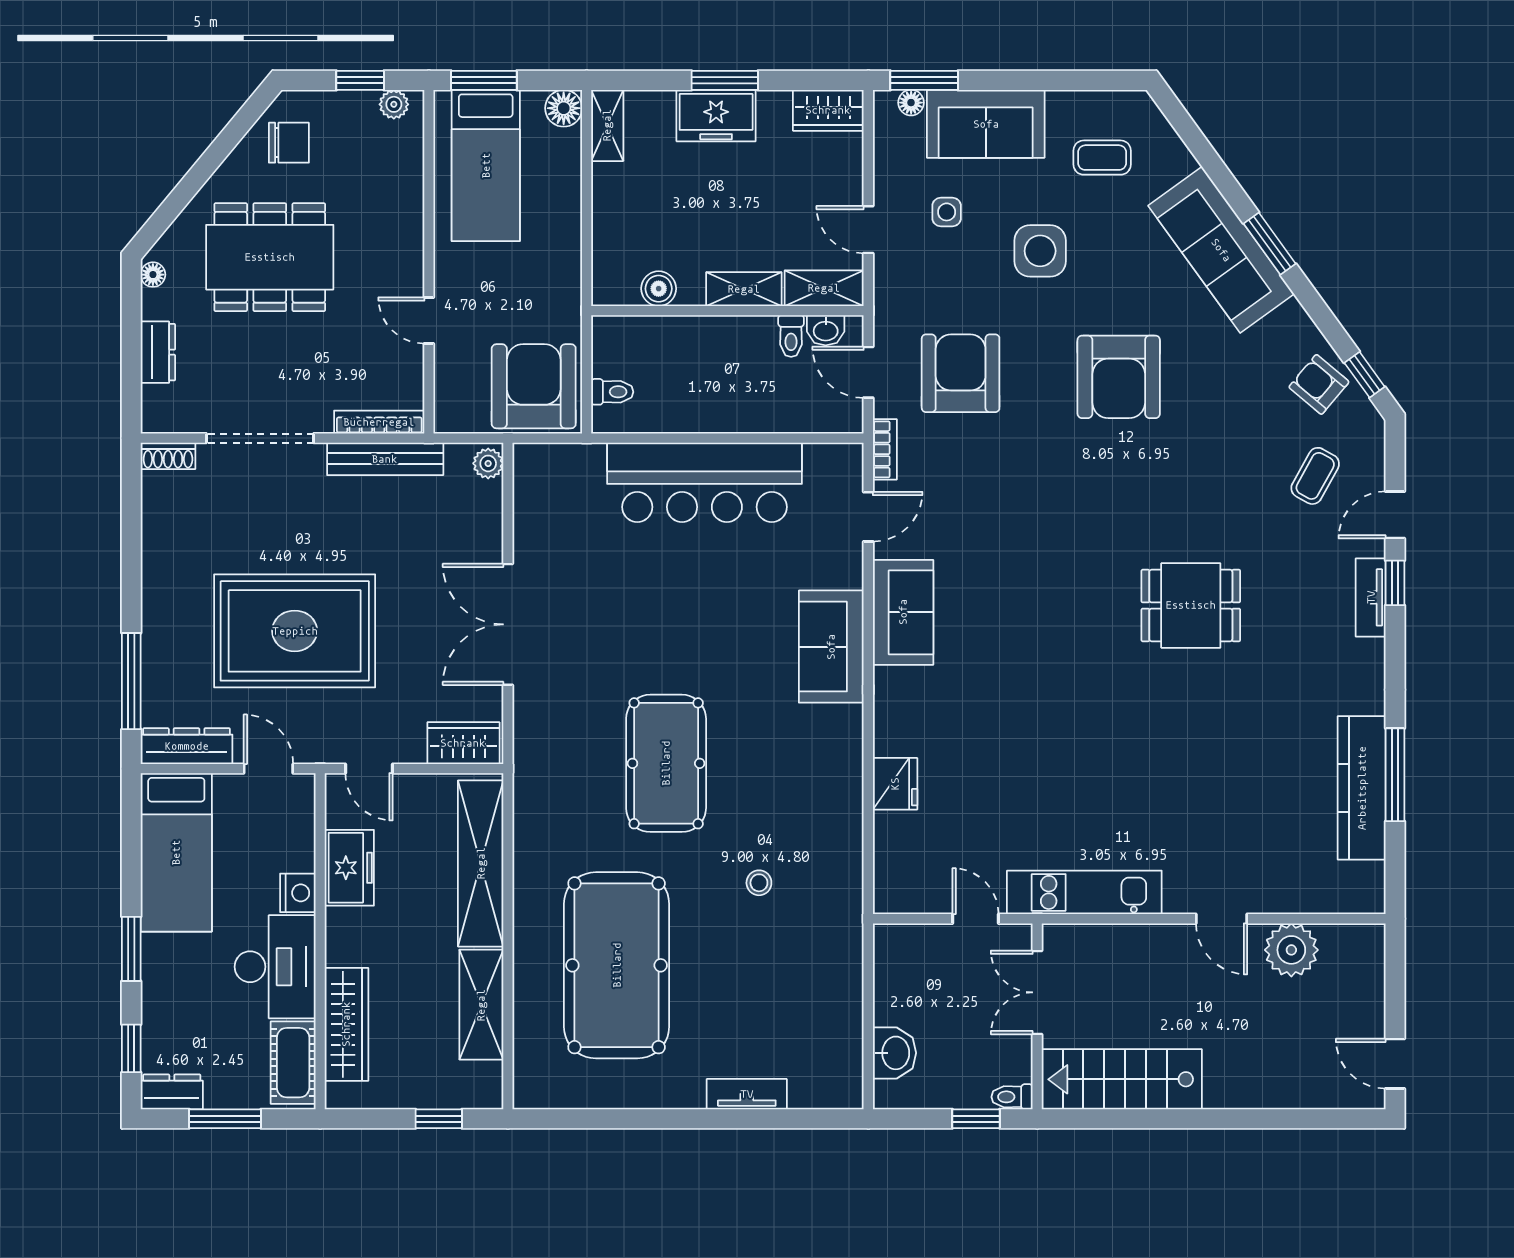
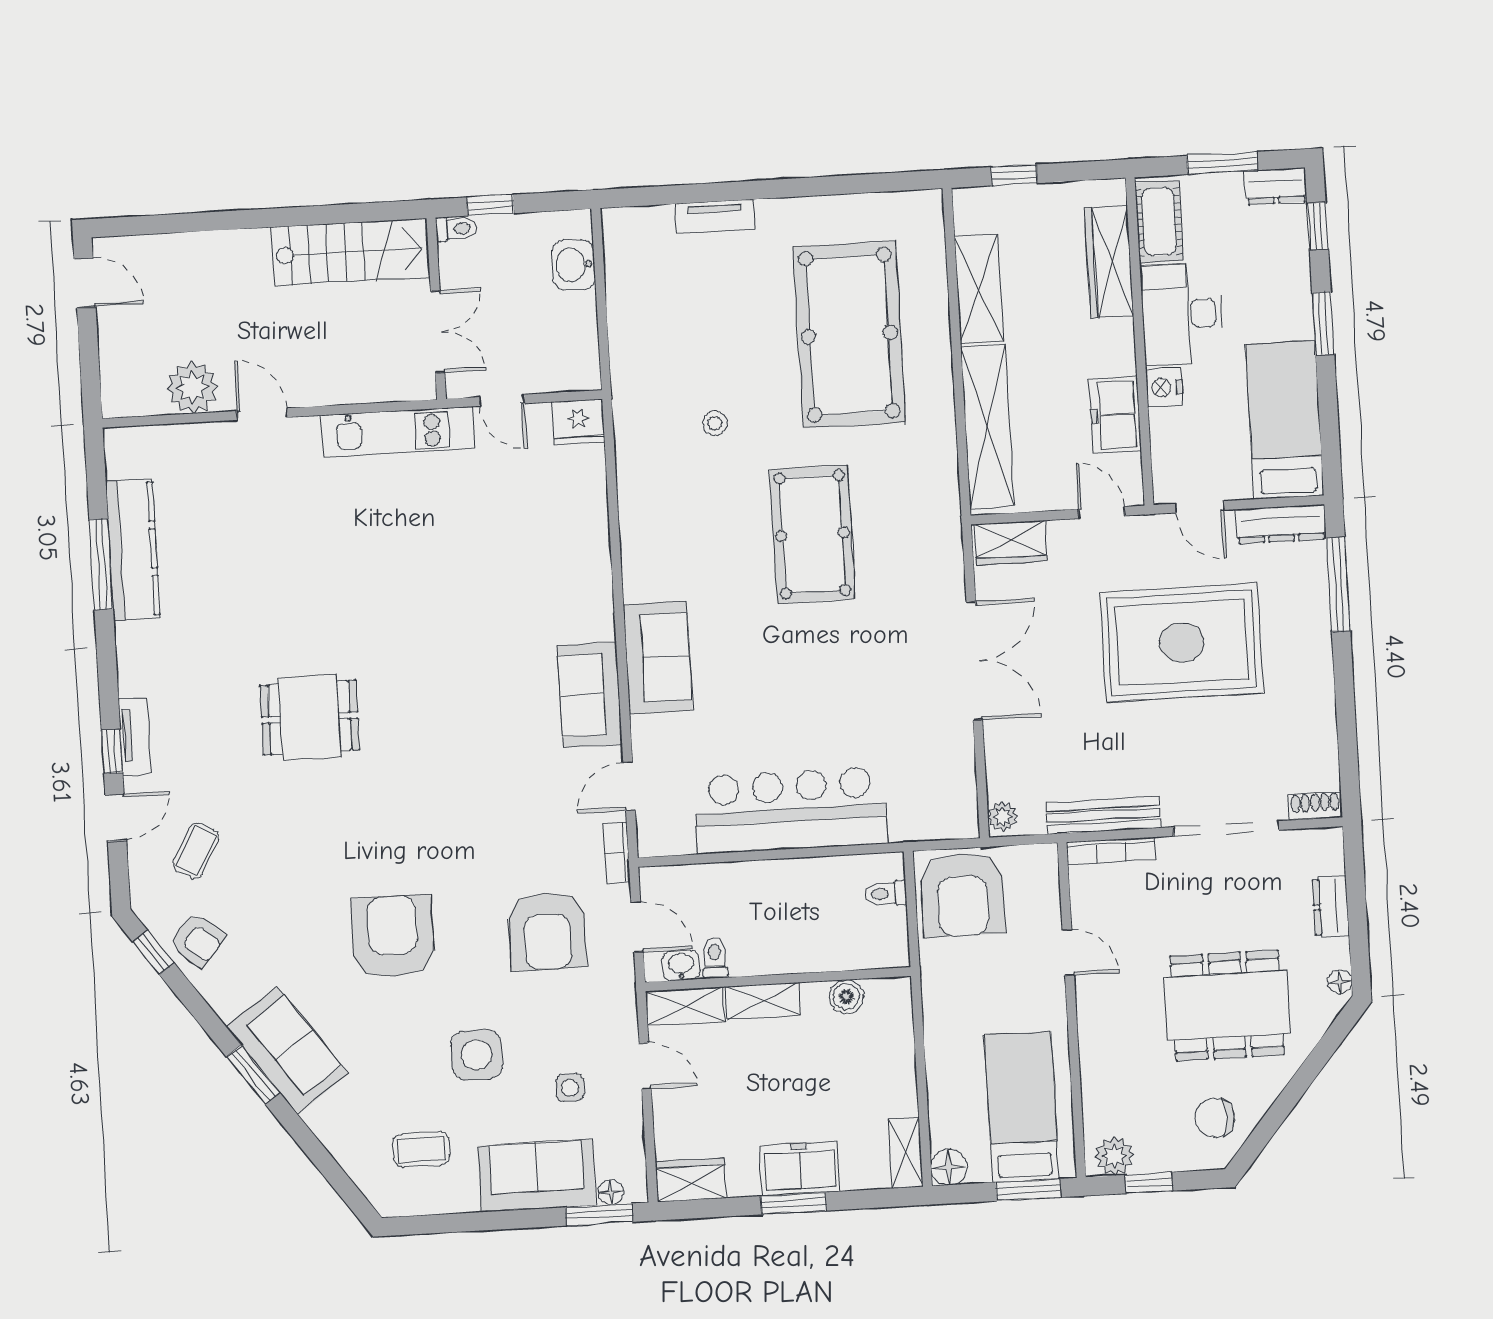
plant: (394, 104) -> (1114, 1156), width x1.38, depth x1.38
sofa: (1221, 250) -> (287, 1050), width x0.73
fridge: (895, 784) -> (578, 422), moved, turned -90

